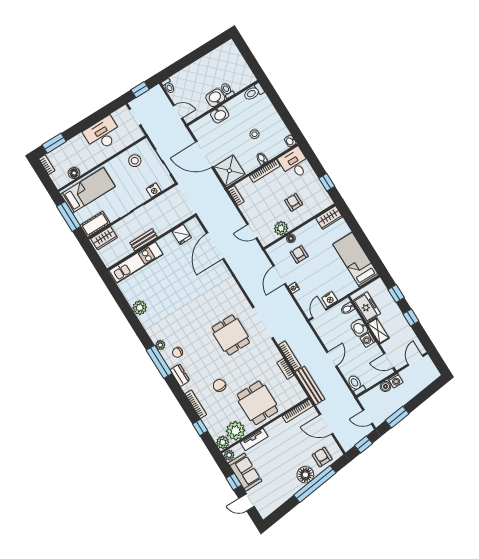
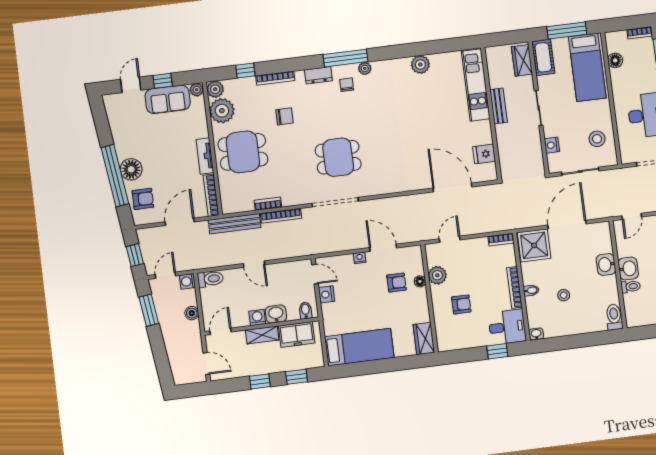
window: (327, 182) -> (497, 351), moved
washing machine: (396, 381) -> (187, 281), moved
tv unit: (254, 439) -> (205, 156), moved

